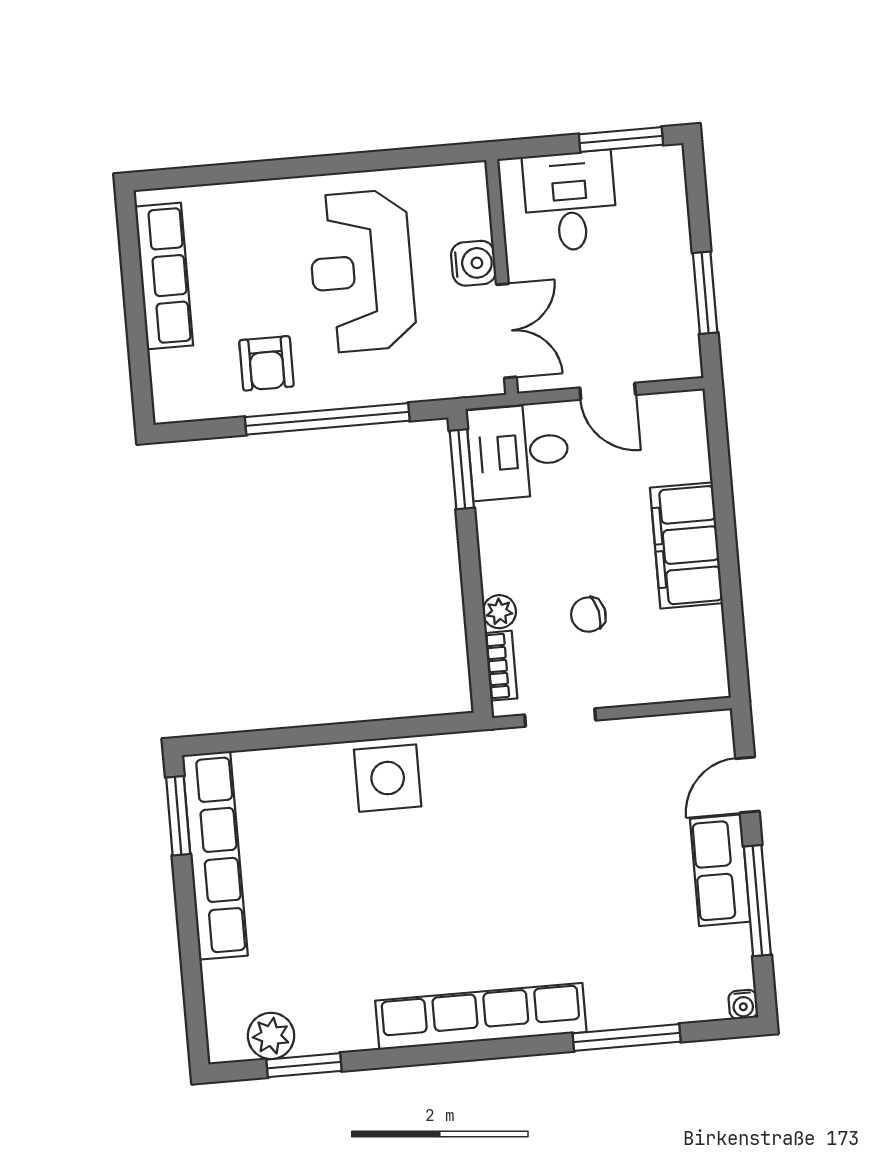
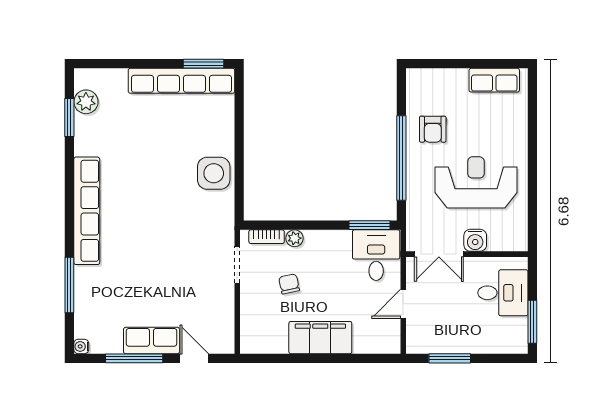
row of seats: (164, 276) -> (494, 80), width x0.68
armchair: (266, 363) -> (433, 129), turned -90

